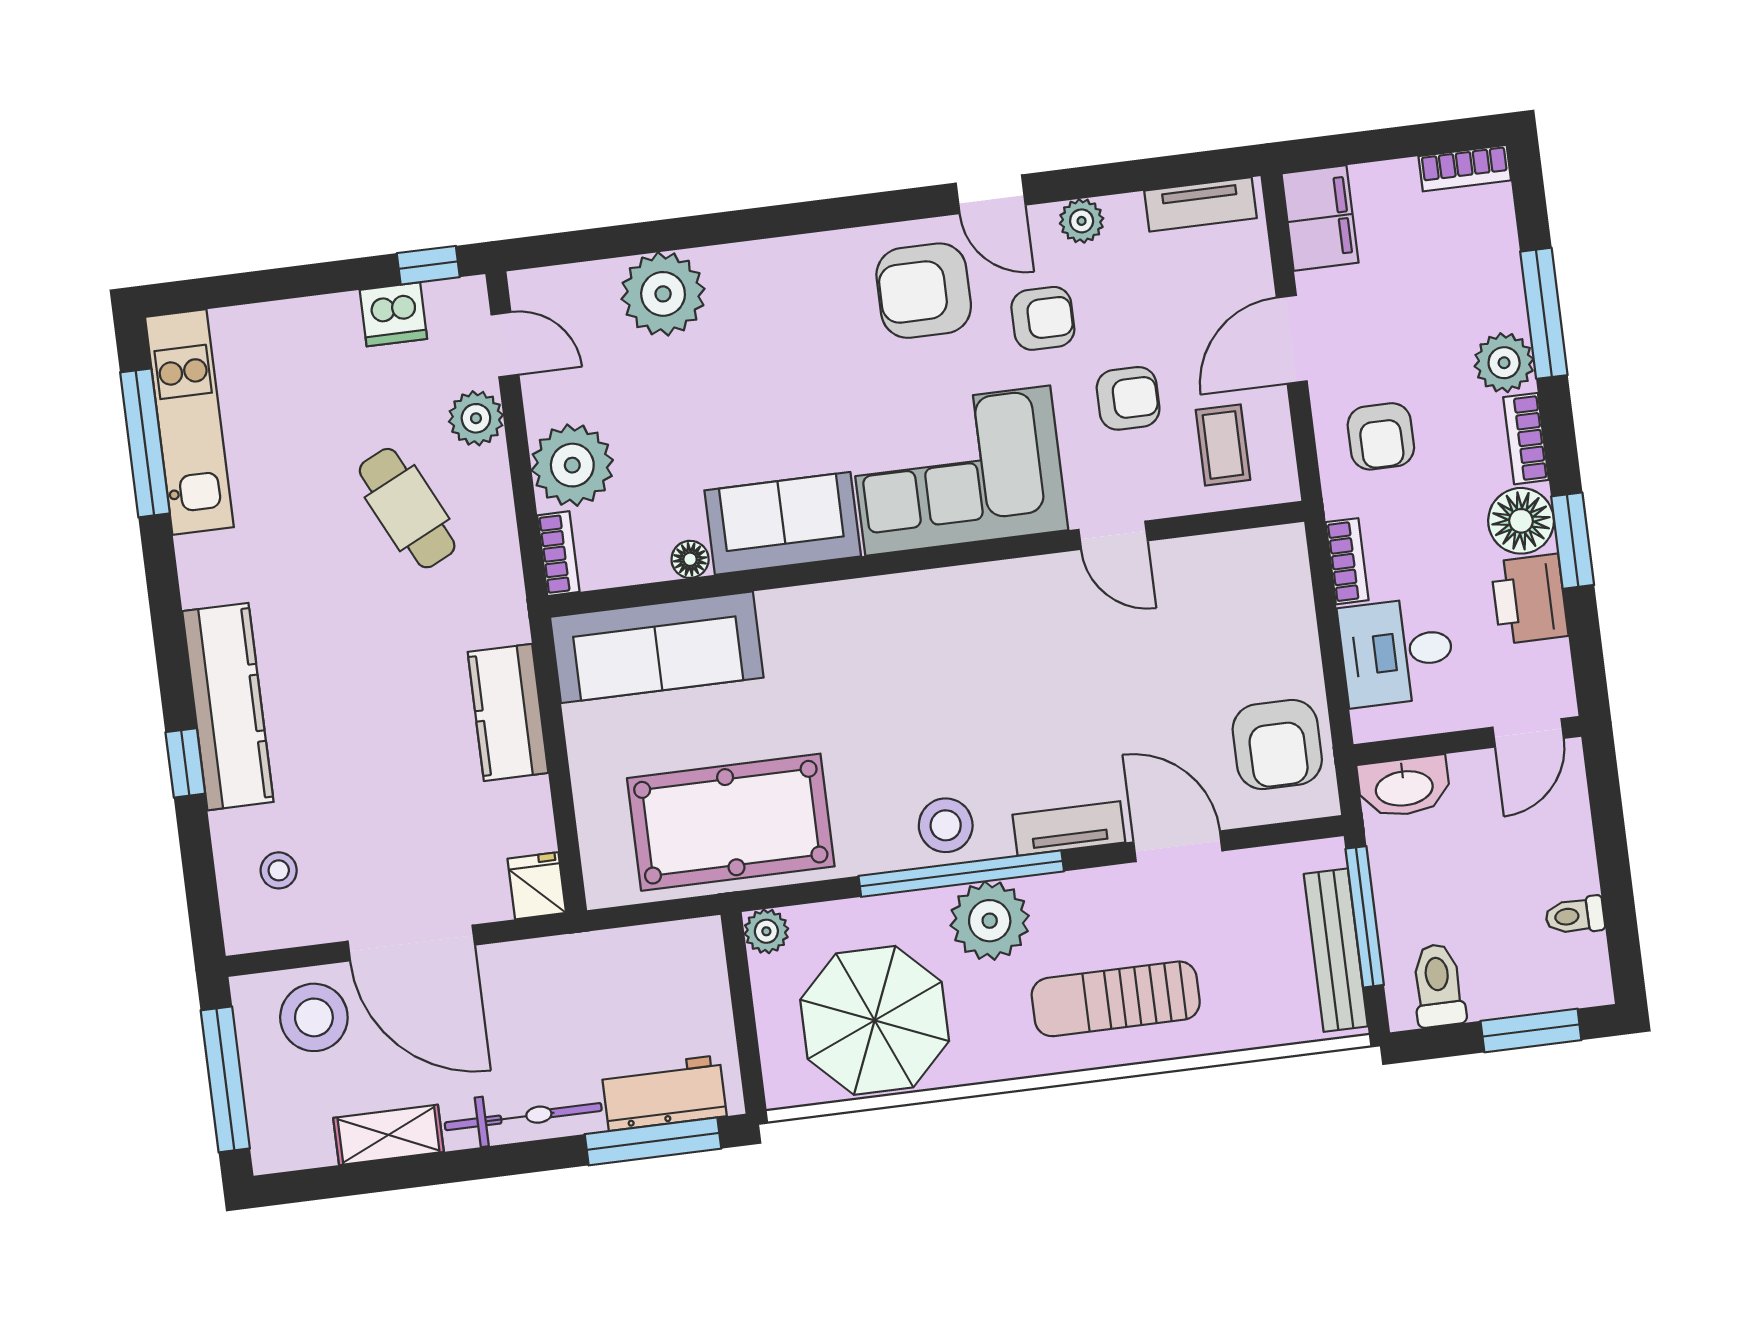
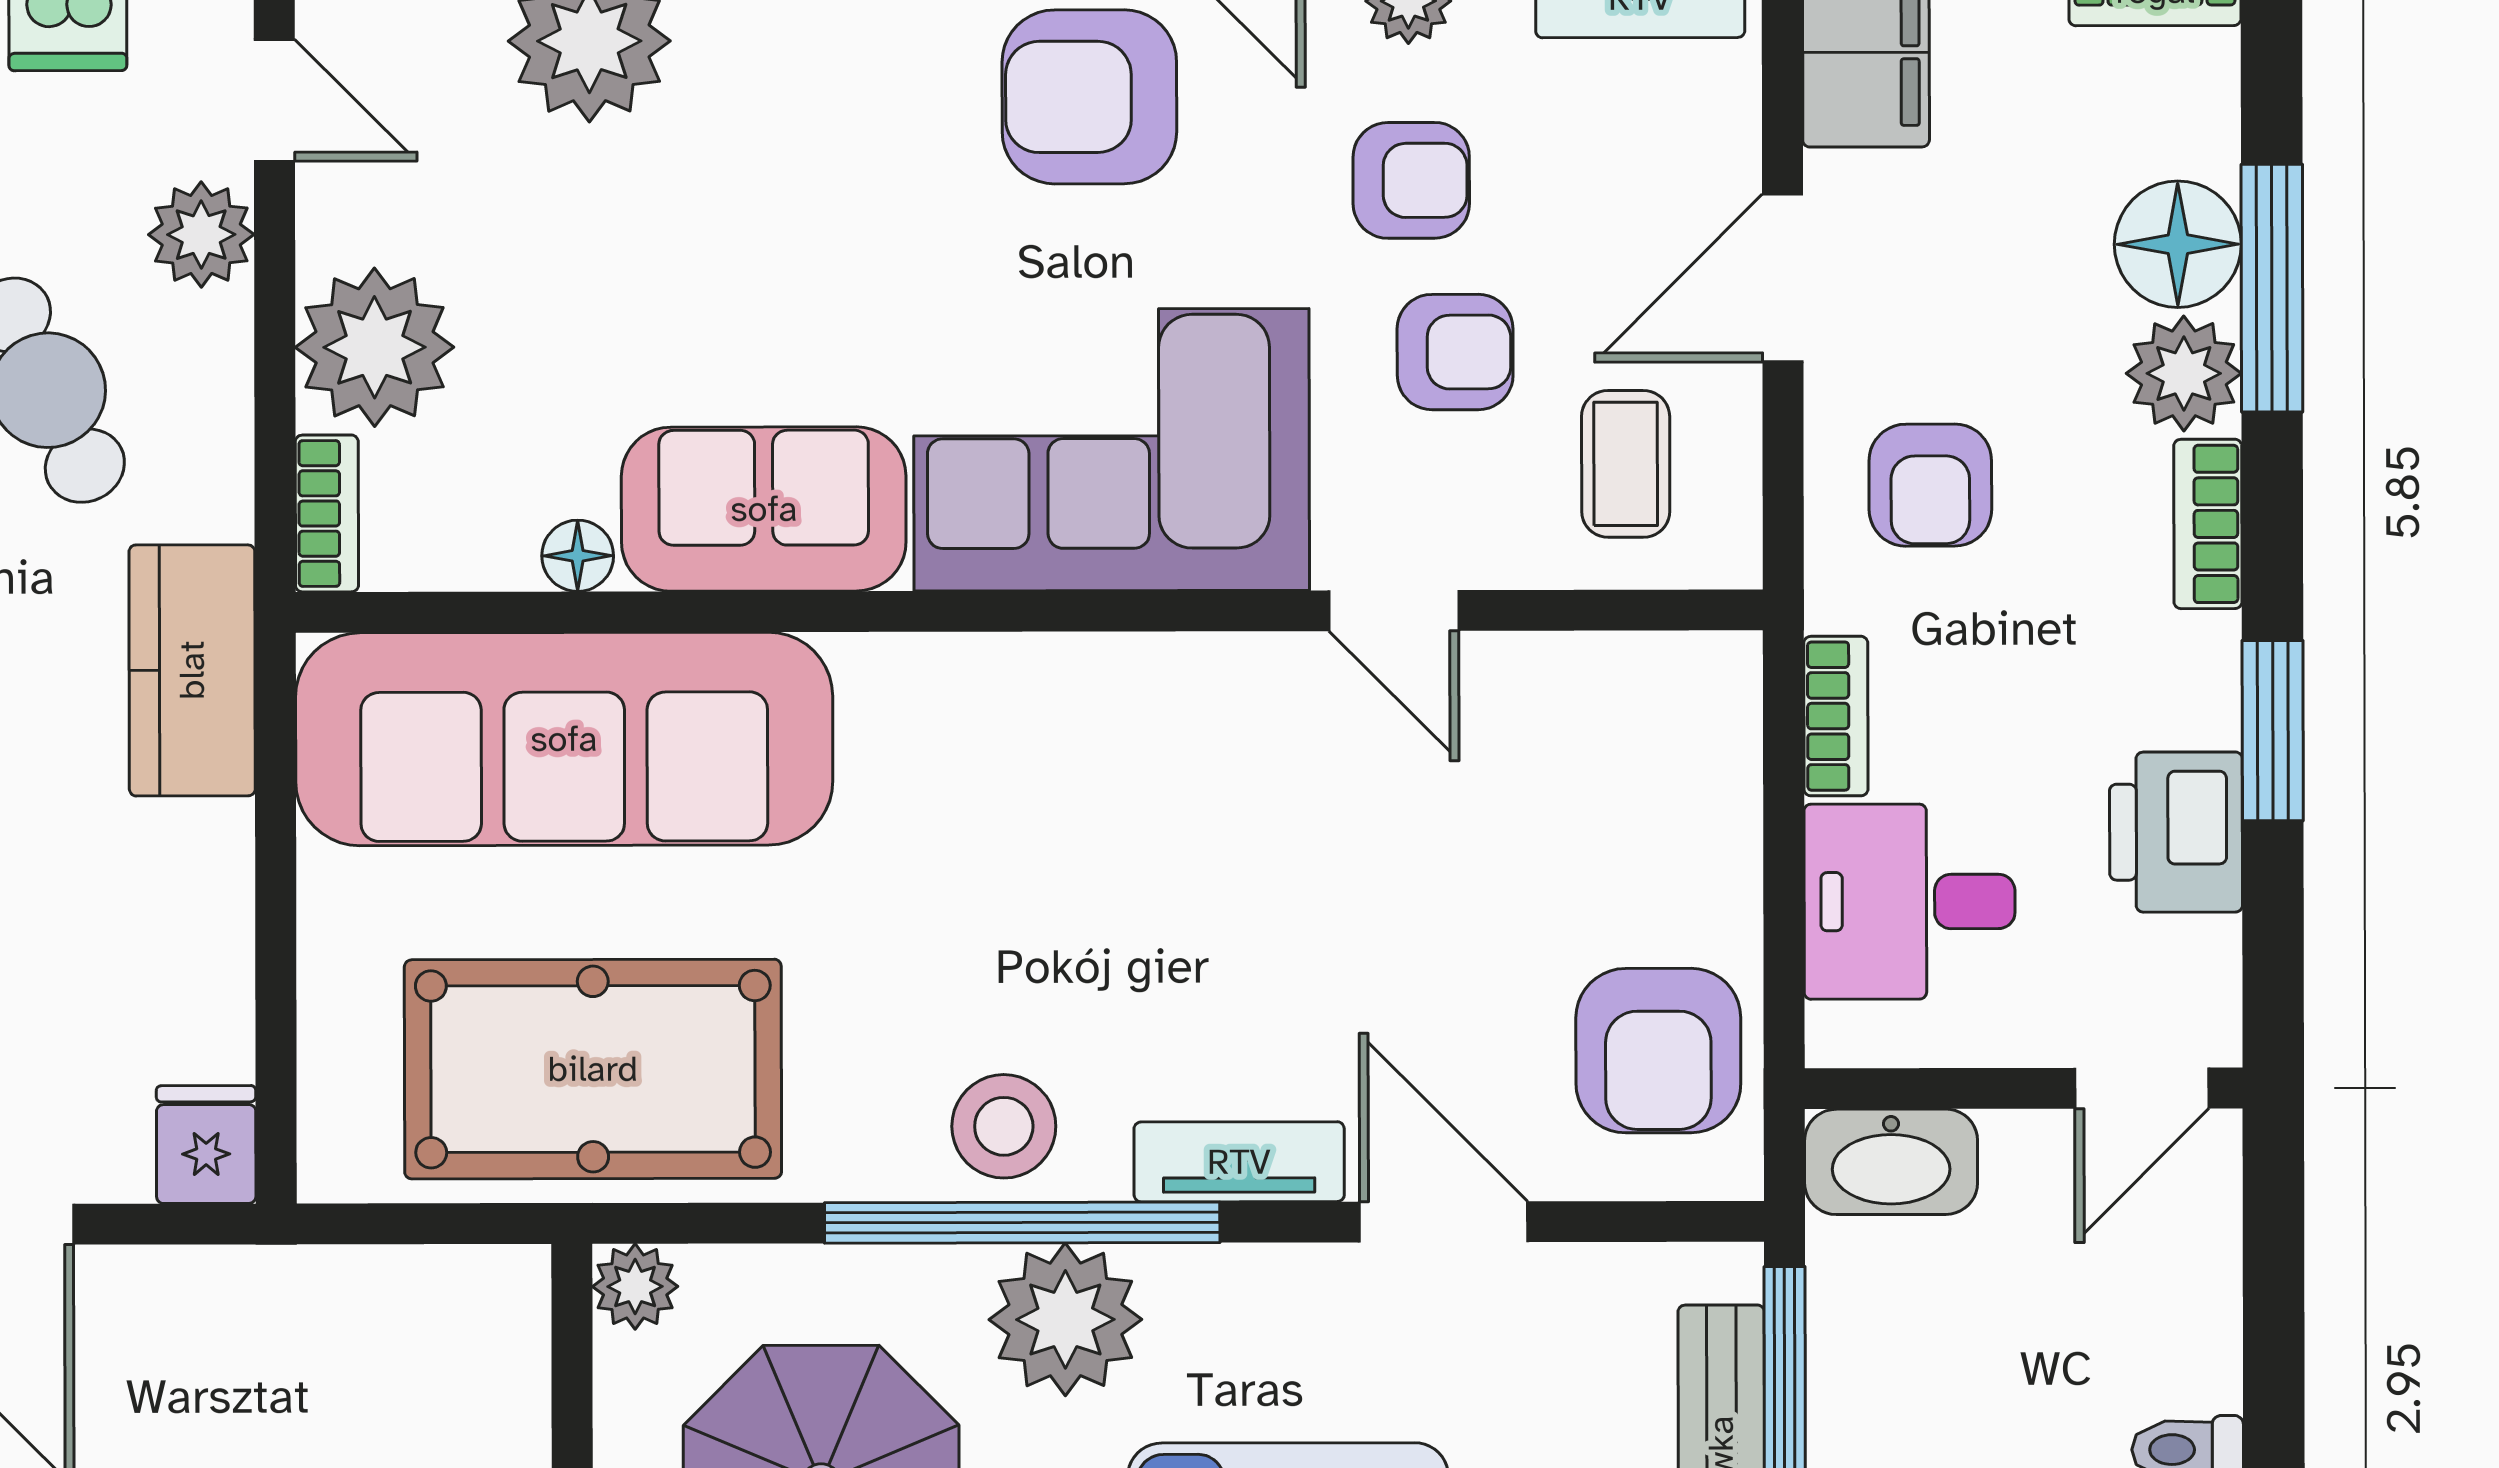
armchair: (1043, 318) -> (1411, 180), moved
floor lamp: (1521, 521) -> (2178, 244), moved
sofa: (657, 647) -> (564, 739), width x1.36, depth x1.27
kitchen counter: (508, 712) -> (192, 670), moved

